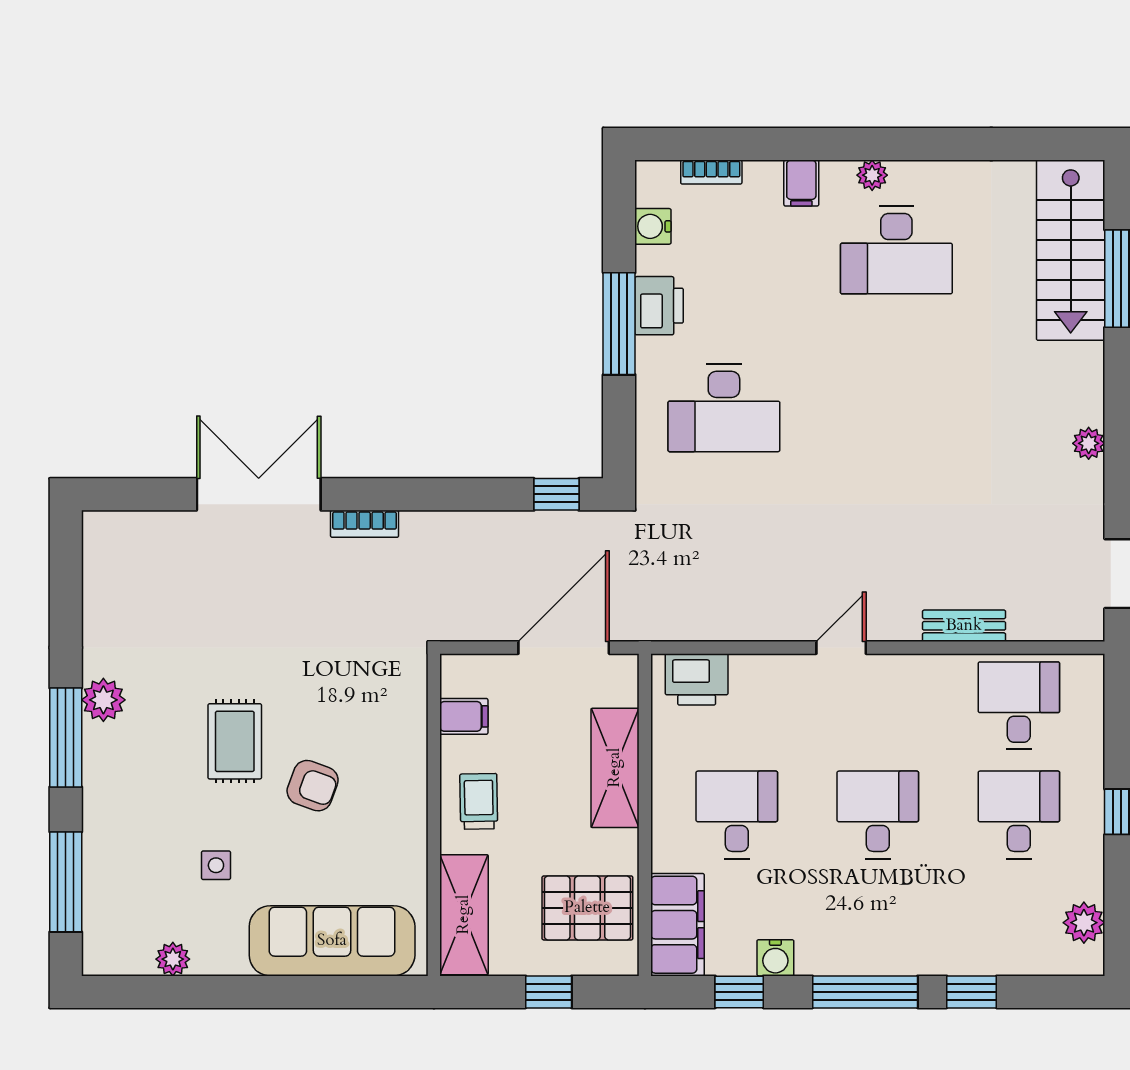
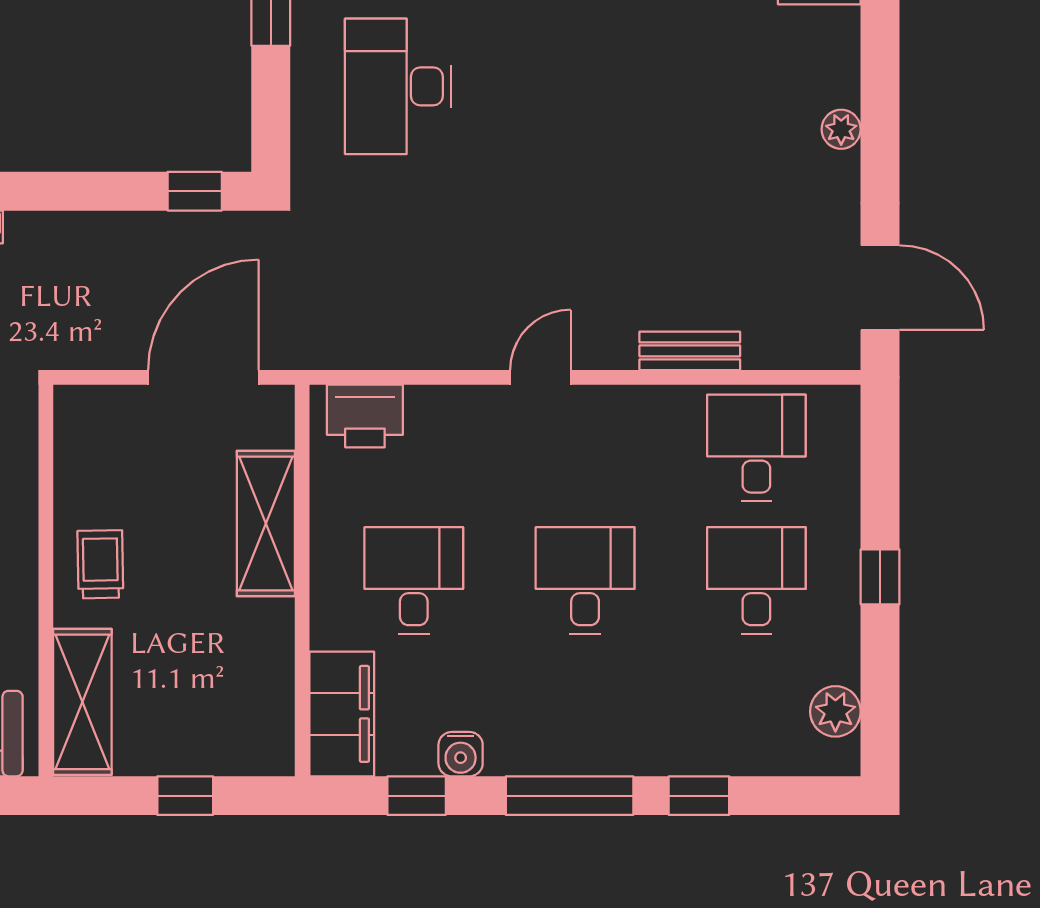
desk: (724, 408) -> (398, 86), turned 90
filing cabinet: (464, 716) -> (82, 461), removed
pallet: (587, 908) -> (232, 694), removed

